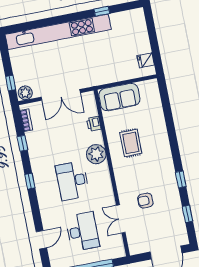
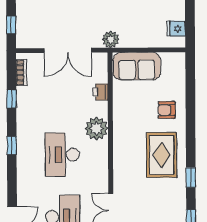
plant: (25, 93) -> (111, 39), moved
rug: (131, 143) -> (162, 155), moved, width x1.36, depth x1.43
armchair: (145, 201) -> (167, 110), moved

